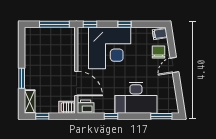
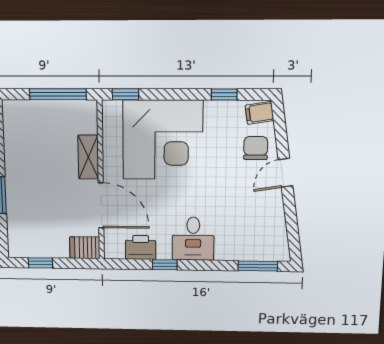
window: (125, 24) -> (224, 94), moved
desk: (136, 98) -> (193, 239), width x0.53, depth x0.77
shelving: (30, 102) -> (88, 157), moved
printer: (86, 107) -> (141, 247), moved

